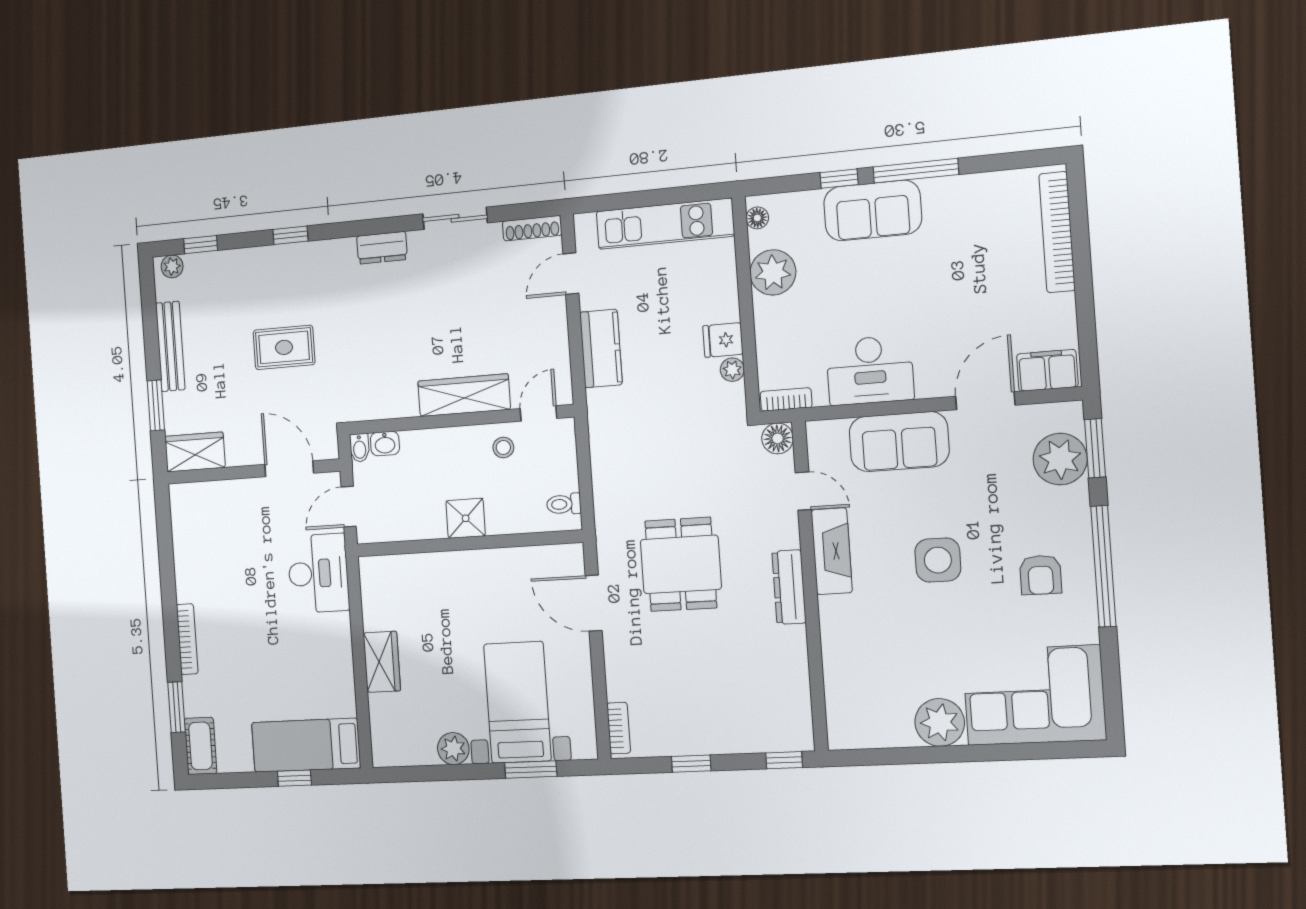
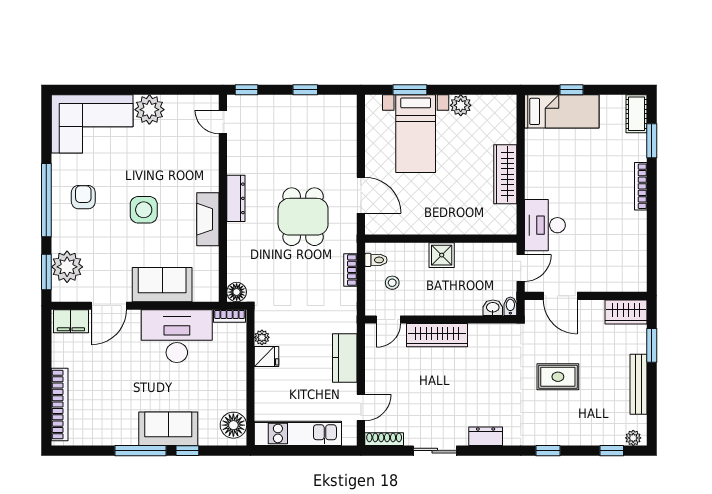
floor lamp: (757, 218) -> (233, 425), width x1.89, depth x1.89
plant: (773, 272) -> (232, 396), removed
desk: (870, 370) -> (177, 336), width x1.36, depth x1.30
stool: (503, 447) -> (392, 283), moved
door: (803, 491) -> (223, 122), moved
wardrobe: (382, 662) -> (505, 174), width x1.50
bookcase: (619, 728) -> (350, 270), moved

